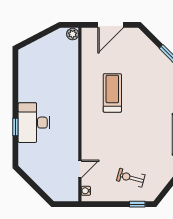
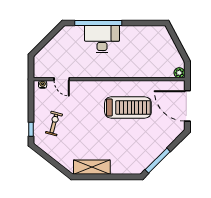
door: (111, 25) -> (187, 106), width x1.36
treadmill: (112, 93) -> (128, 107), width x1.37, depth x1.38
window: (15, 127) -> (98, 23), width x3.17

